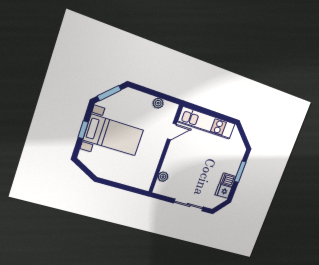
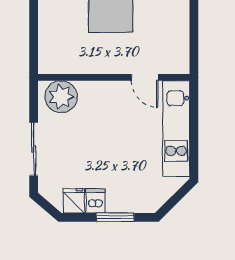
plant: (158, 103) -> (181, 40), removed
plant: (163, 177) -> (61, 97), width x1.87, depth x1.87

